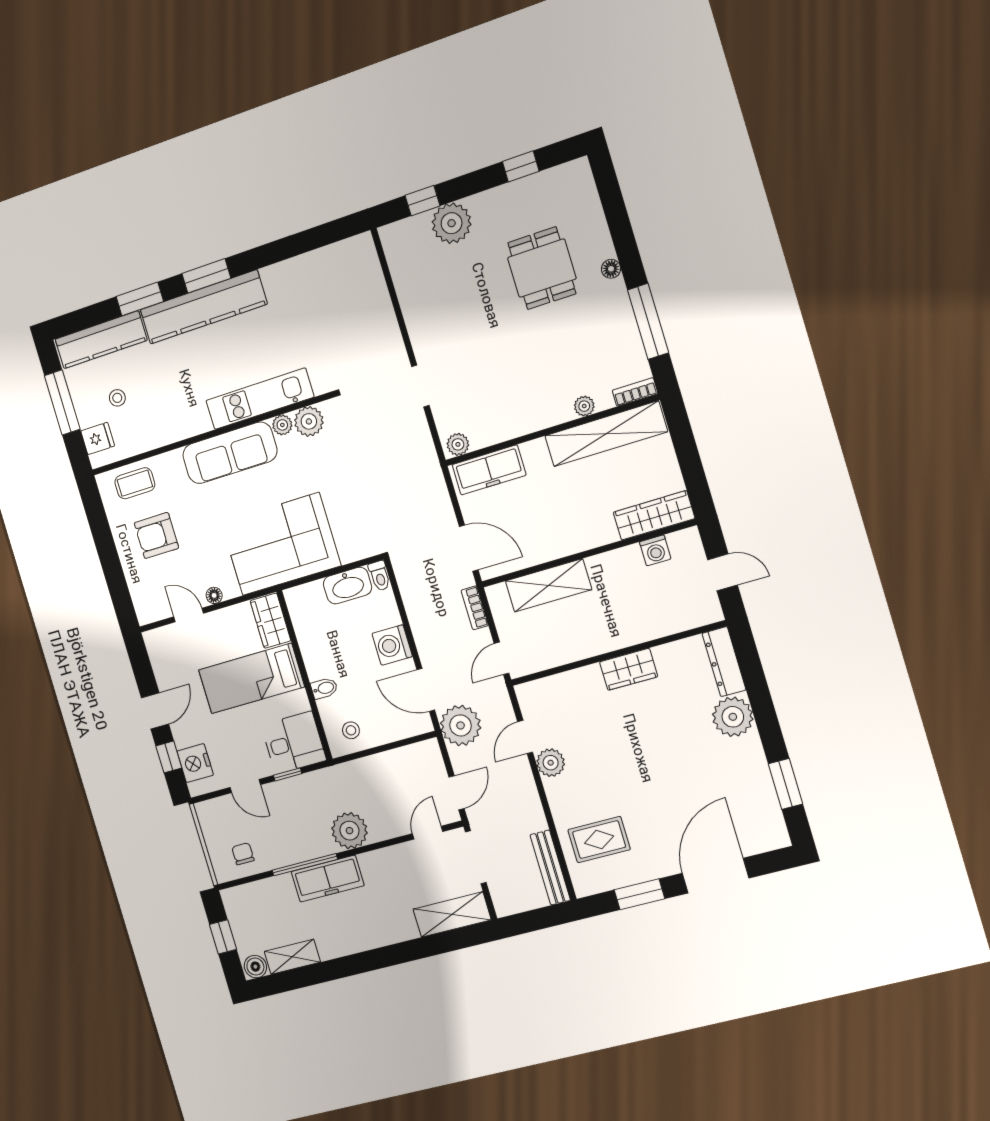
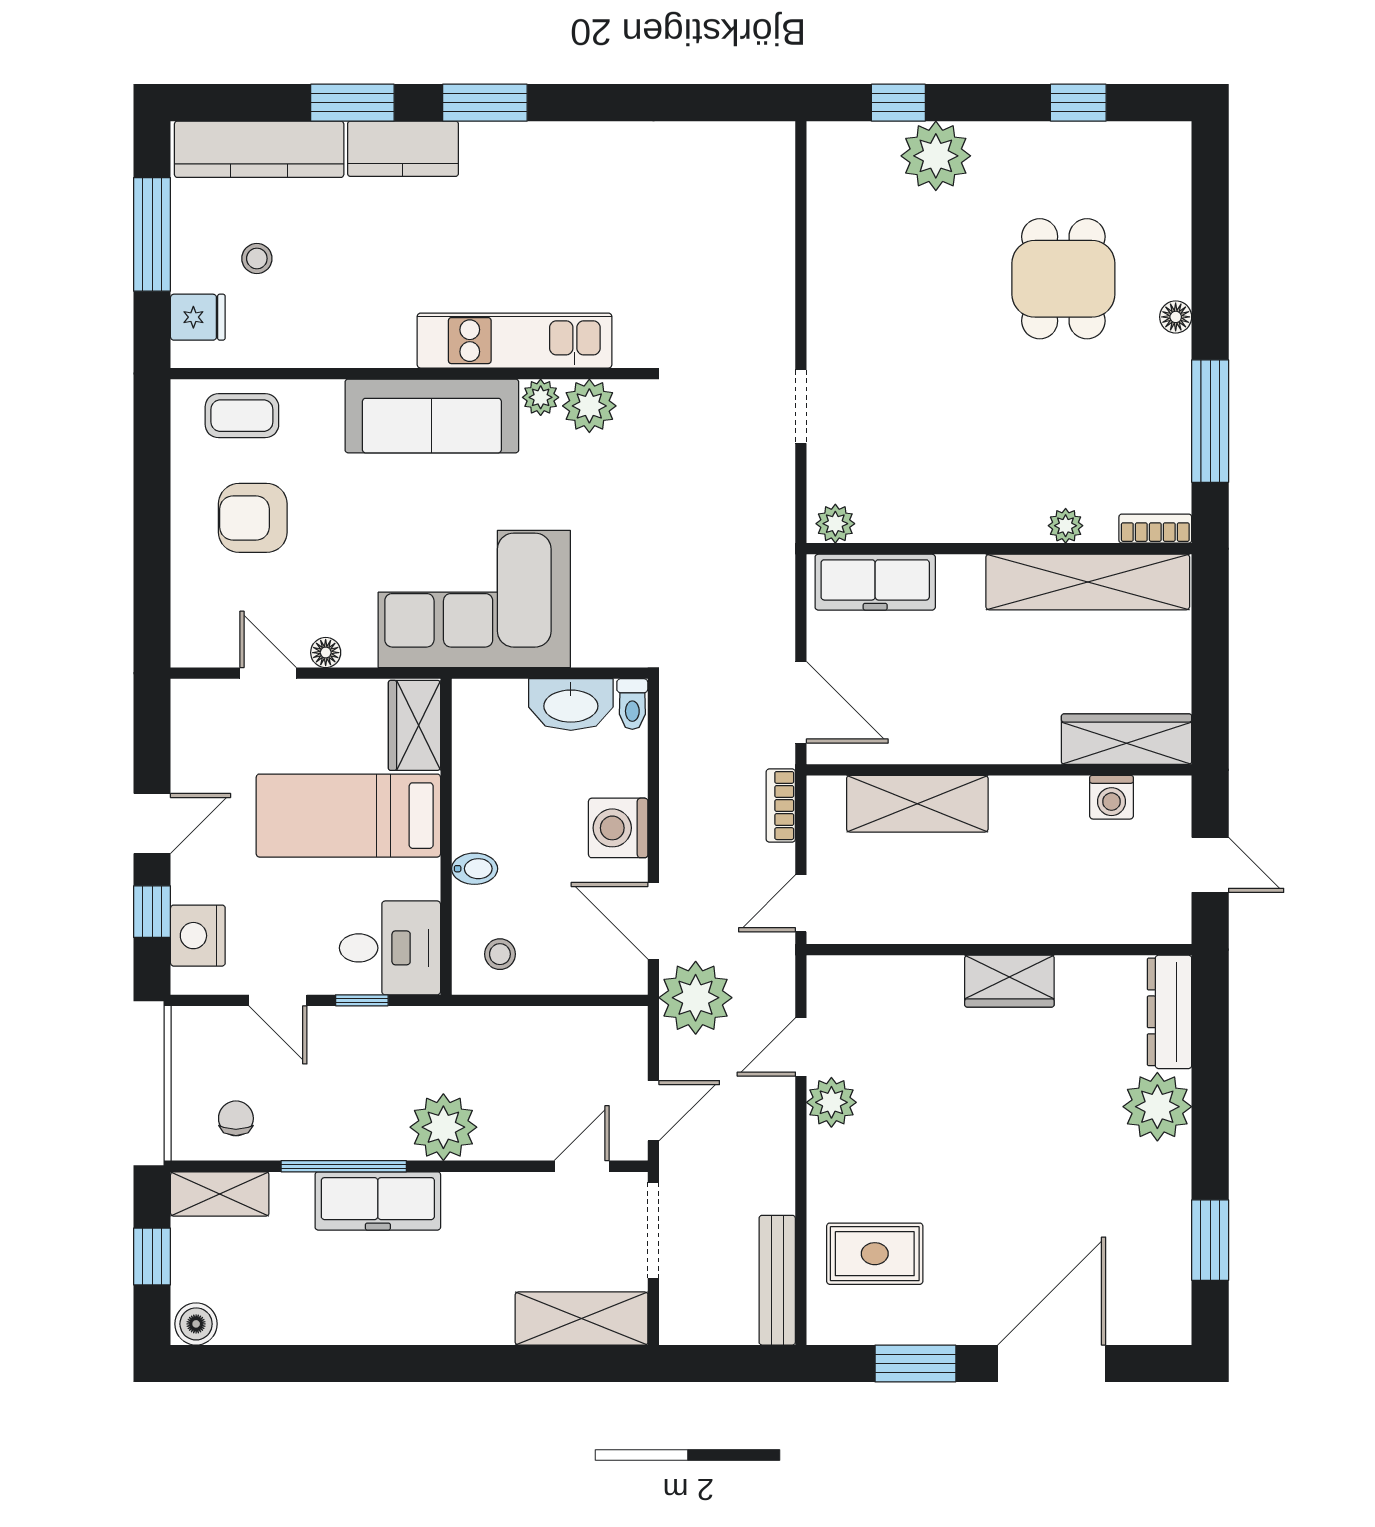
kitchen counter: (203, 307) -> (403, 149), width x0.48, depth x0.86
shelving: (292, 957) -> (220, 1194), moved

